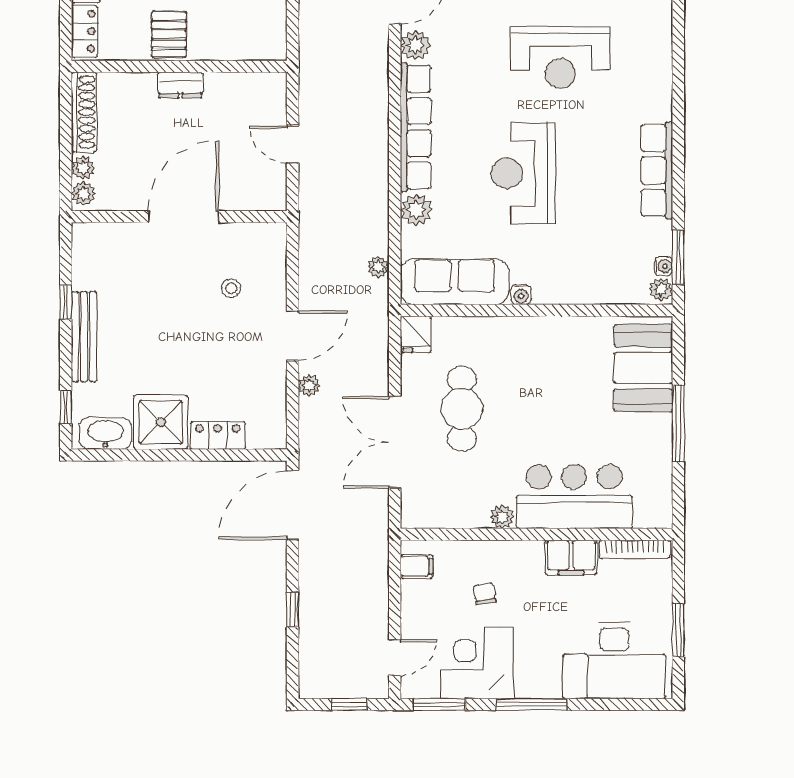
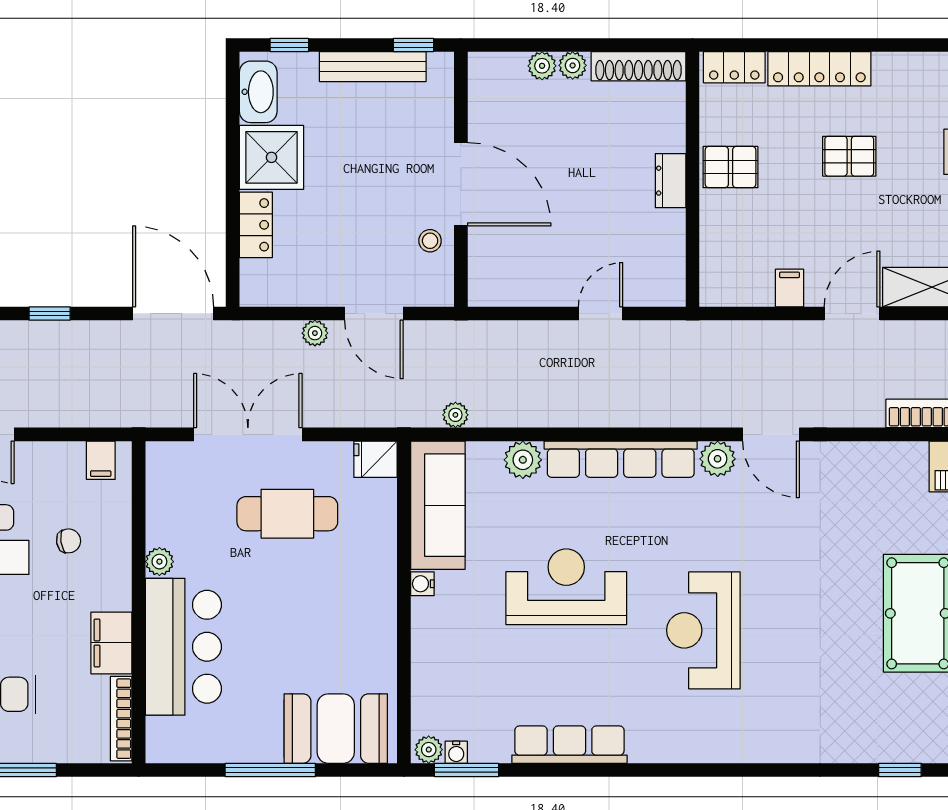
wall: (179, 217) -> (461, 179), moved
door: (183, 217) -> (461, 184), moved

